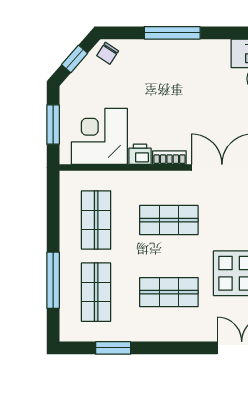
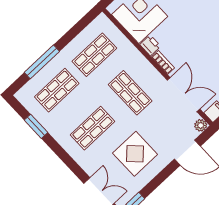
shop shelf: (169, 292) -> (92, 128), turned 90

